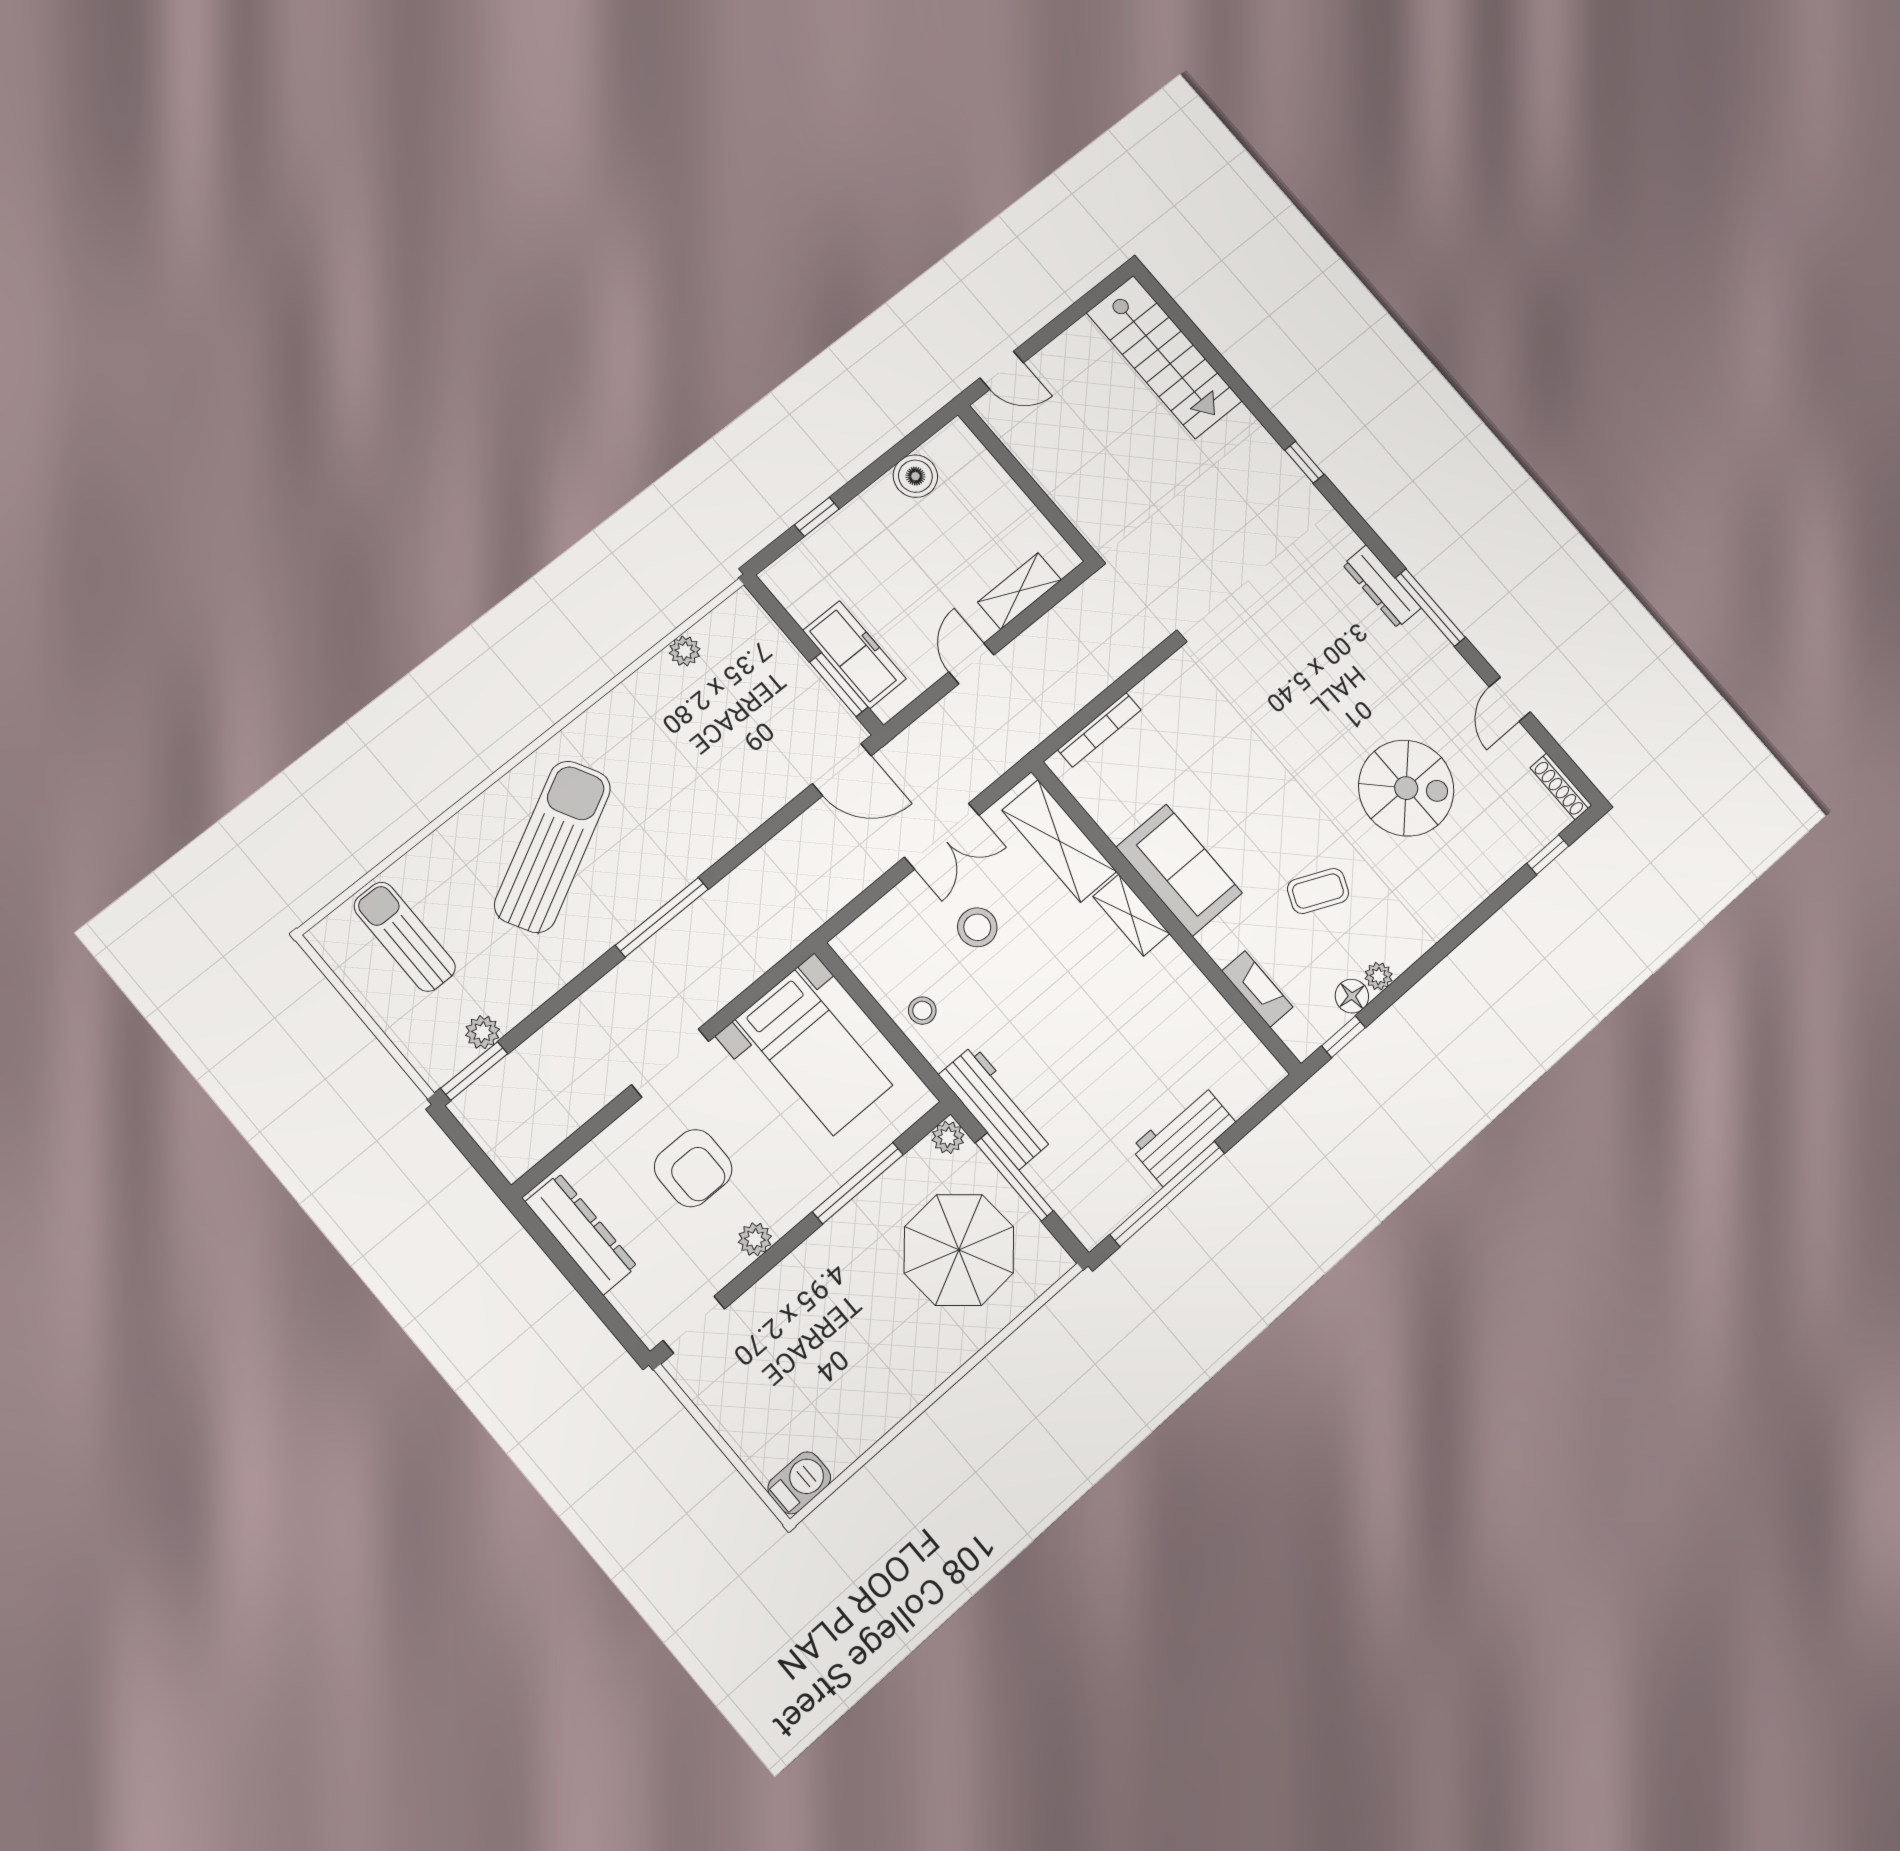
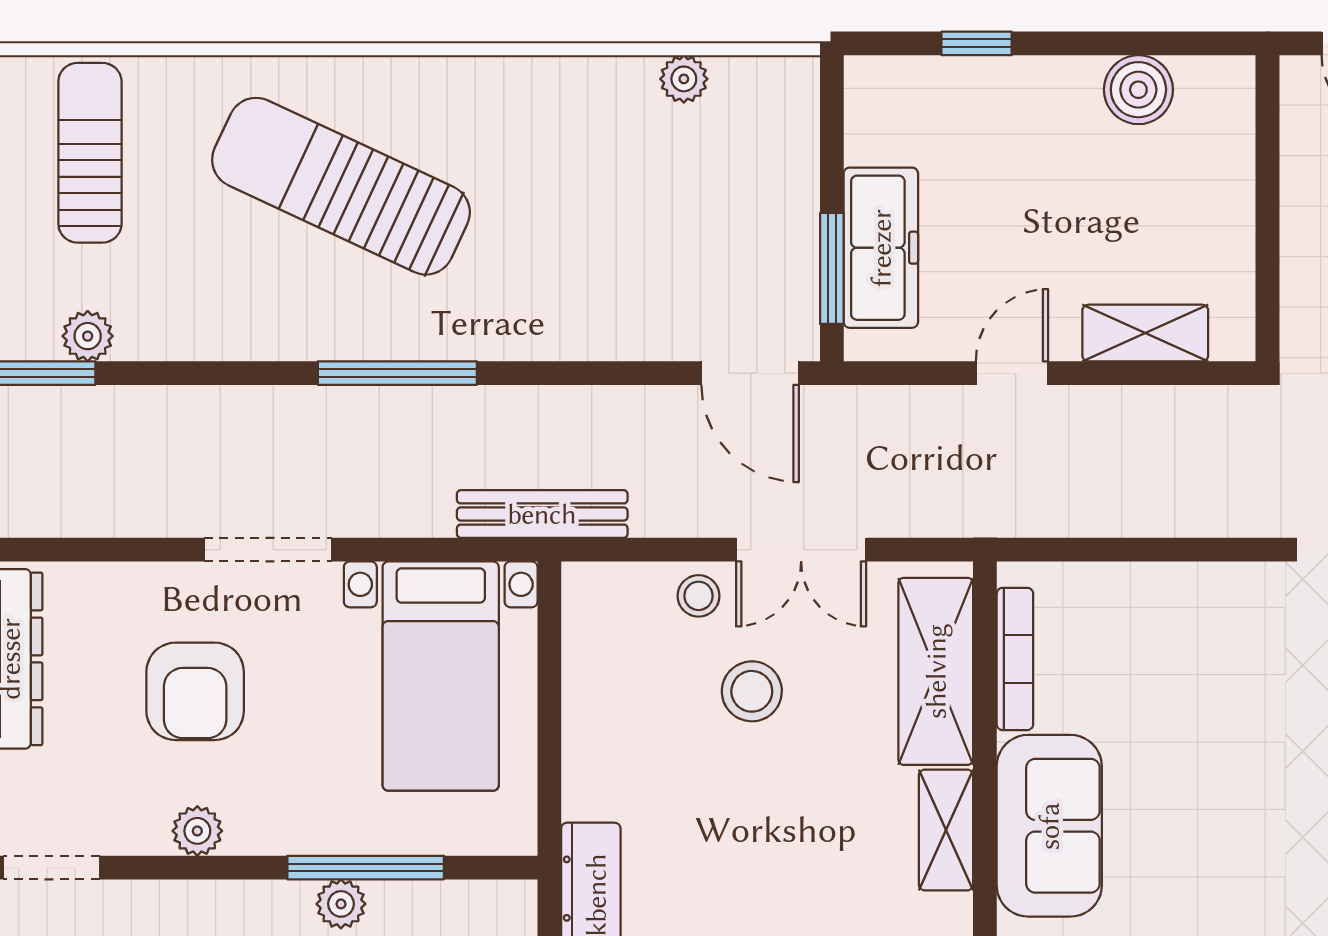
bookcase: (1099, 730) -> (1015, 659), moved, turned -90
sun lounger: (553, 847) -> (341, 186), turned -127
bench: (797, 927) -> (542, 514), added
stool: (922, 1011) -> (699, 596), moved
plant: (948, 1137) -> (341, 904), moved

